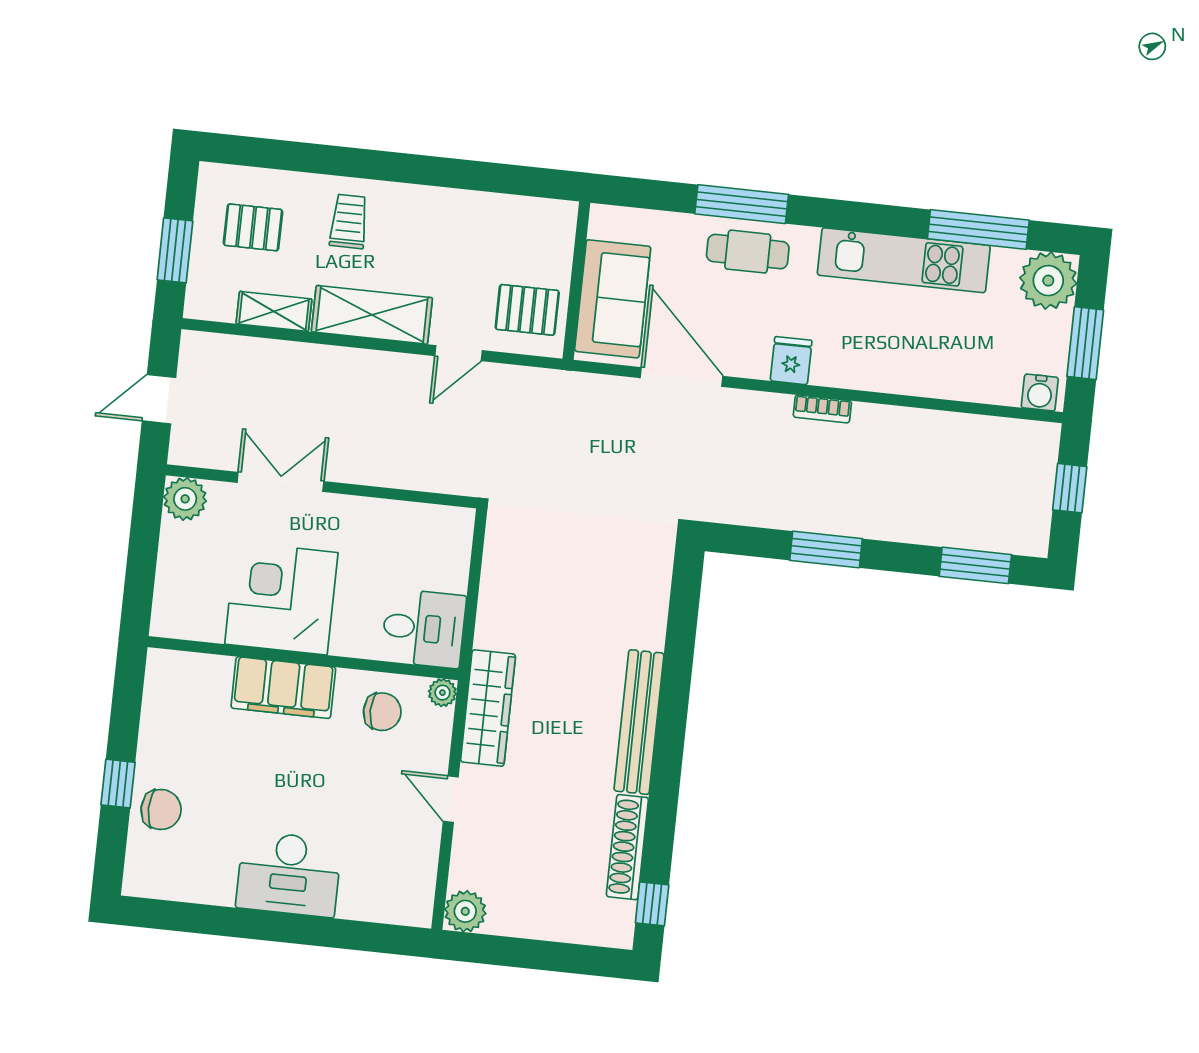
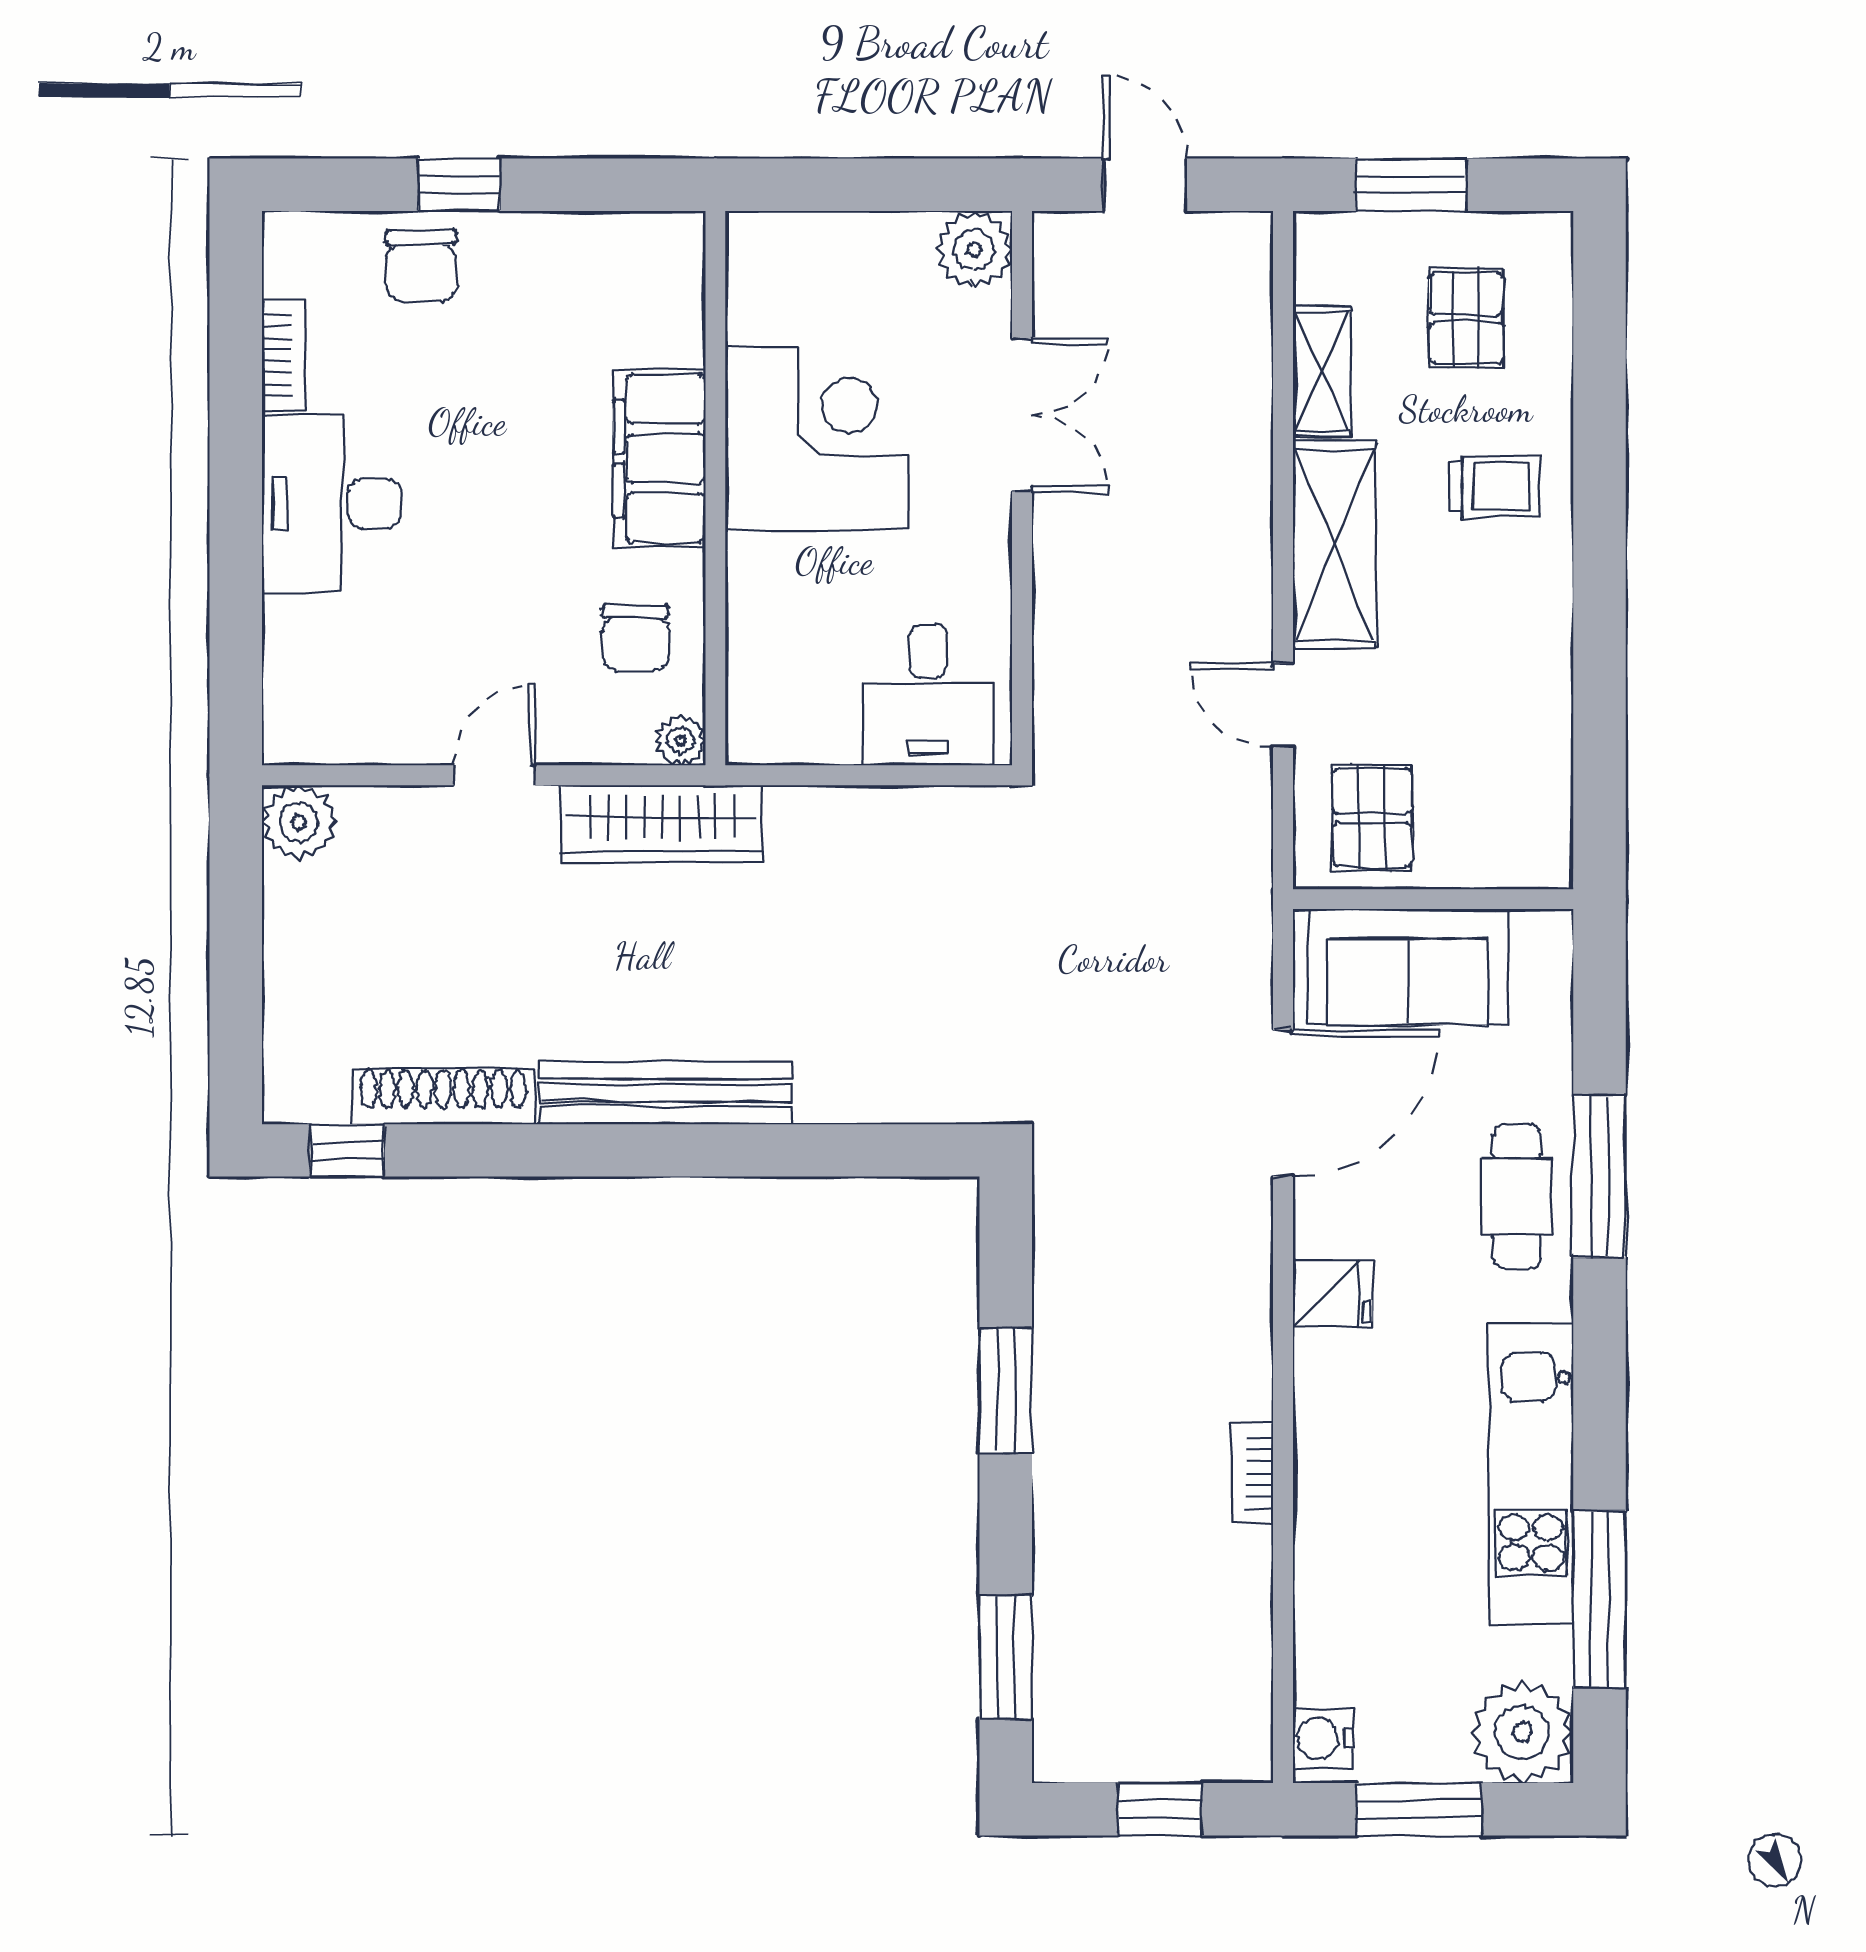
bookcase: (822, 409) -> (1253, 1473), moved
desk: (424, 628) -> (928, 695), moved
bookcase: (203, 892) -> (284, 355), added

